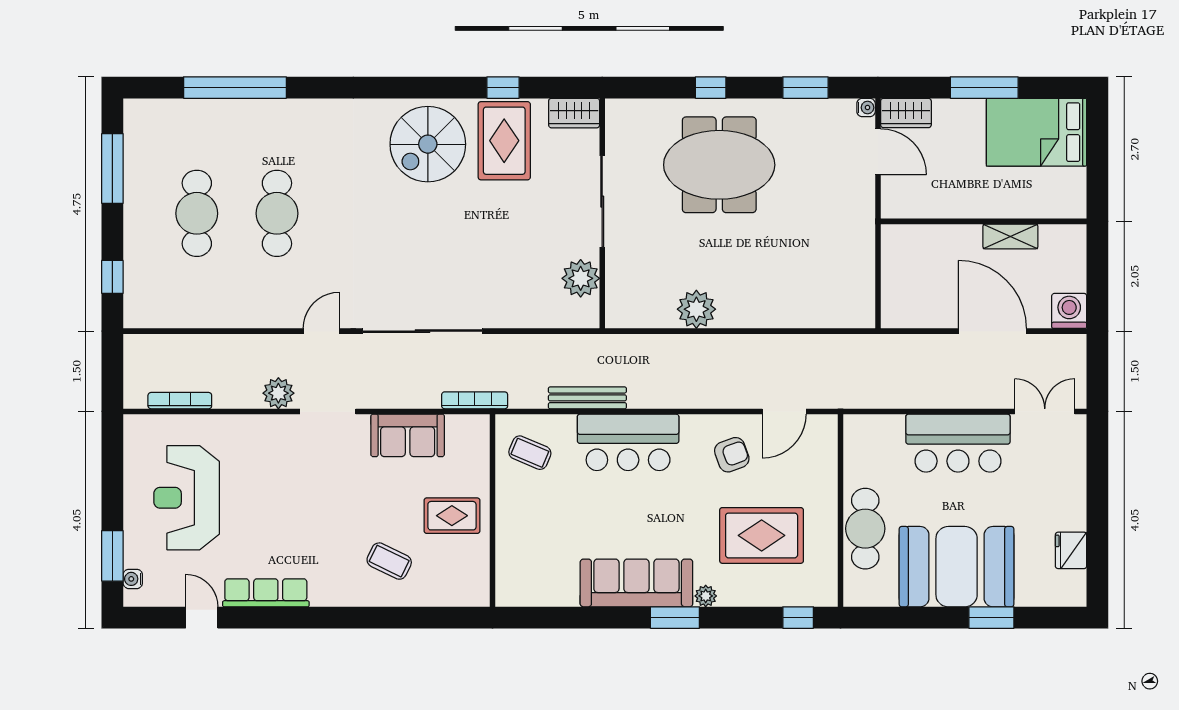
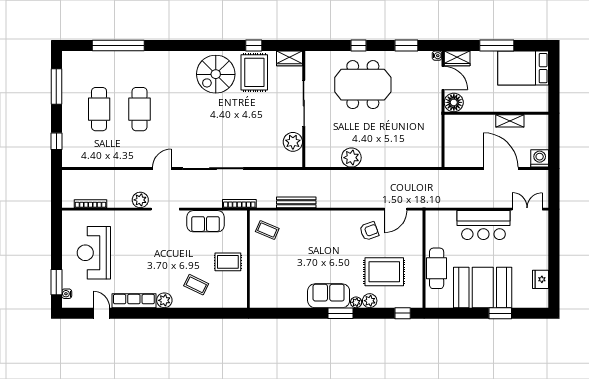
floor lamp: (899, 200) -> (454, 102), added
bar counter: (628, 442) -> (317, 225), removed
sofa: (636, 583) -> (329, 296), width x0.73
plant: (326, 592) -> (164, 300), added
plant: (733, 593) -> (370, 301), added

